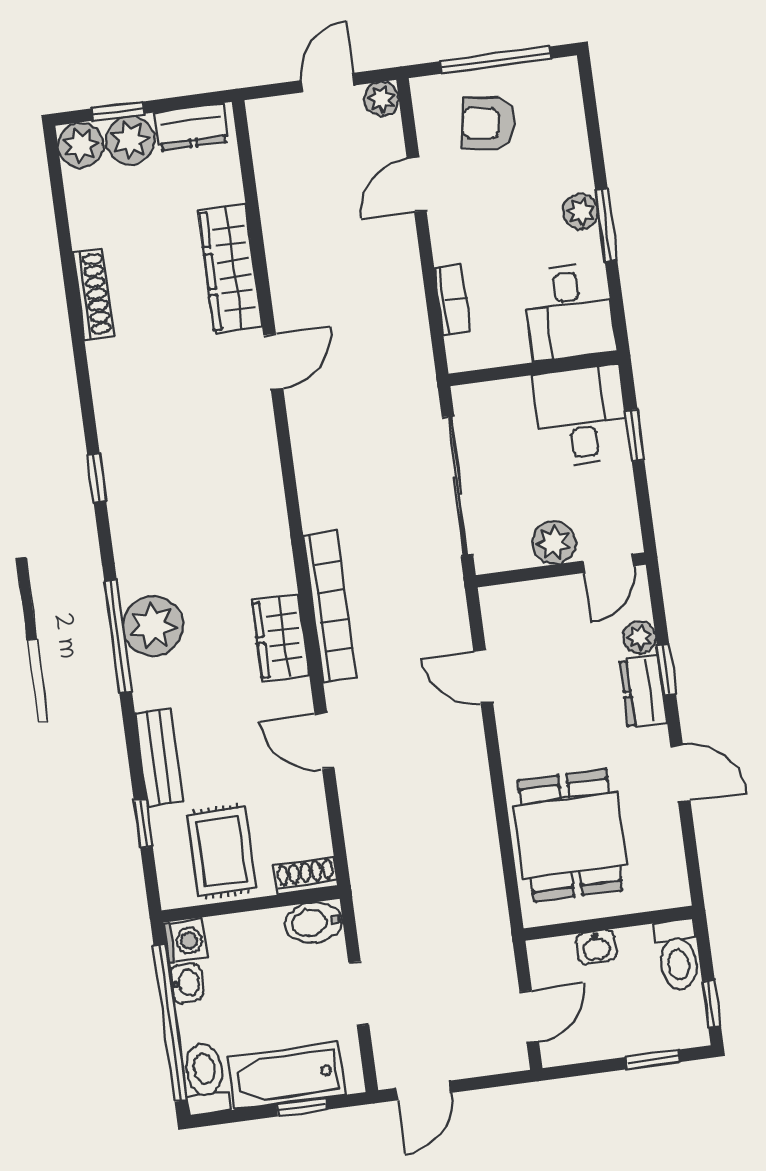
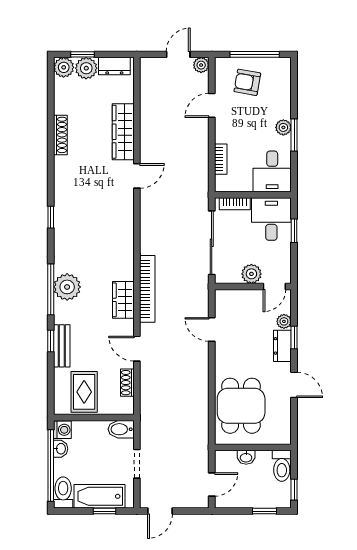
bookcase: (496, 394) -> (235, 204), added
window: (143, 823) -> (51, 341), moved
shoe rack: (306, 876) -> (127, 383), moved, turned -90

